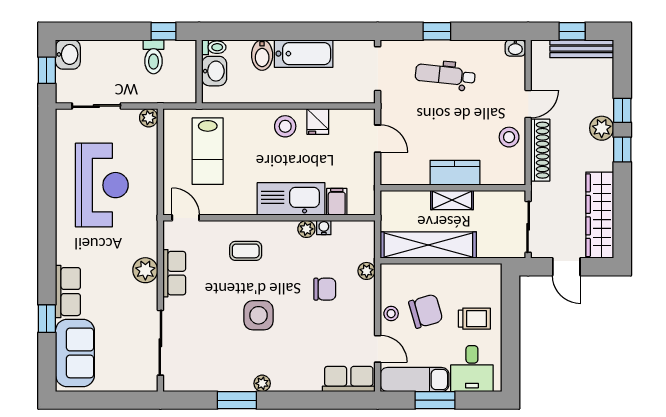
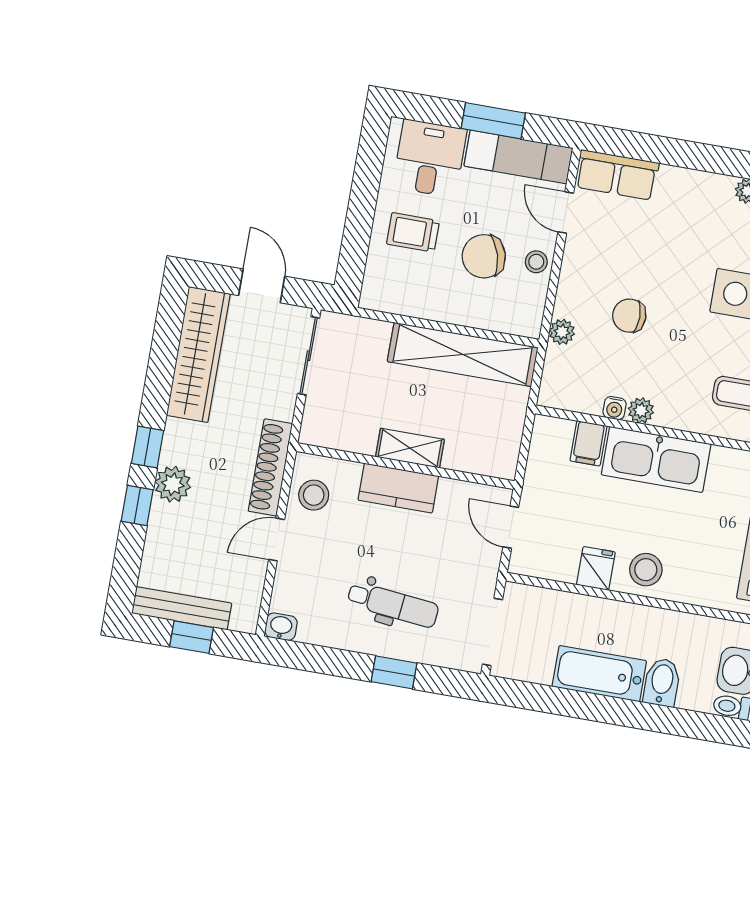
kitchen counter: (455, 173) -> (398, 488), moved
wall: (453, 188) -> (405, 466), moved
shelving: (452, 200) -> (410, 448), moved

